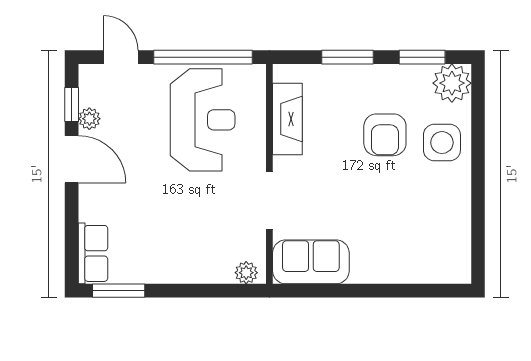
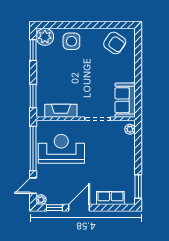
window: (347, 57) -> (33, 96), moved
plant: (89, 119) -> (41, 200), moved
armchair: (385, 135) -> (115, 43), moved, turned 35
row of seats: (93, 253) -> (110, 198), moved

